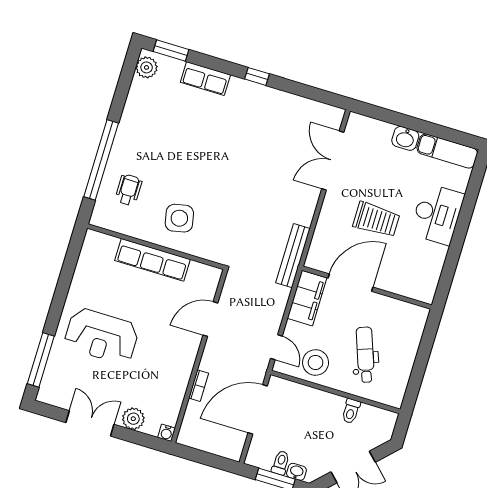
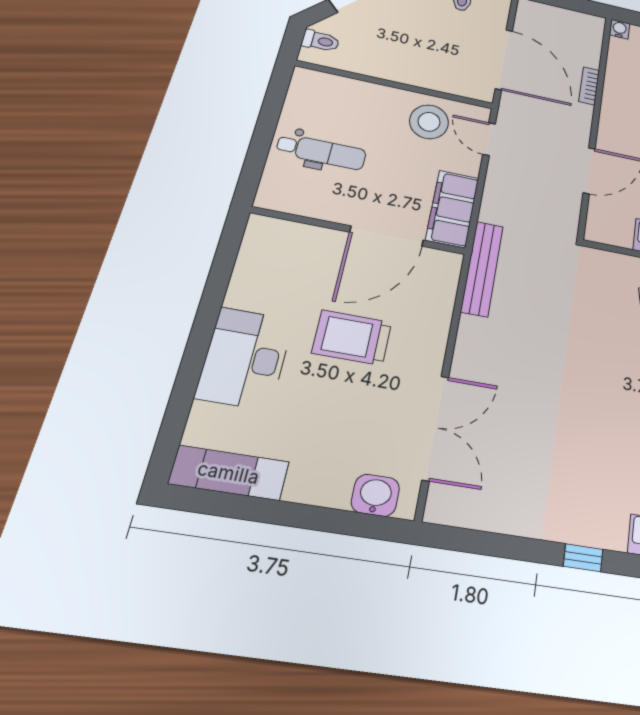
washbasin: (405, 138) -> (375, 495), moved
dental chair: (365, 355) -> (321, 152), moved, turned -70
door: (258, 409) -> (504, 60), hinge flipped
toilet: (351, 411) -> (321, 41), moved, turned 90

